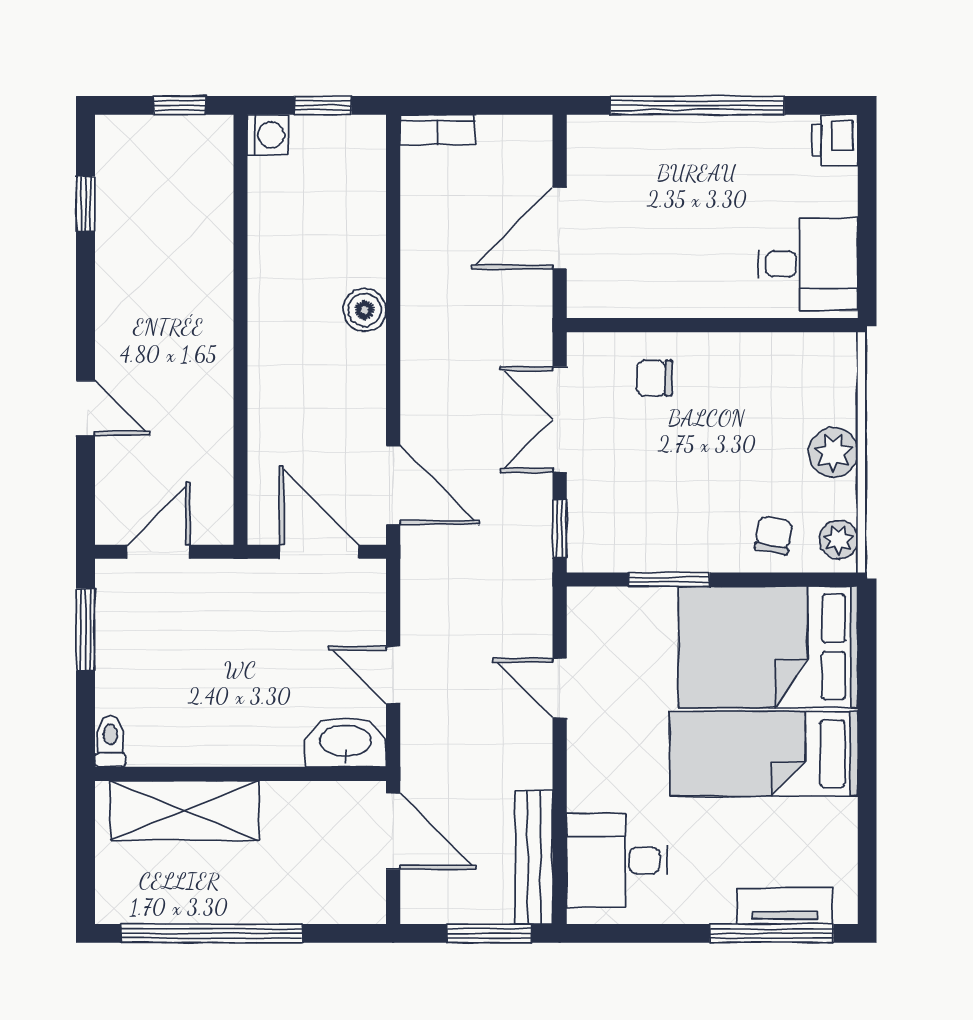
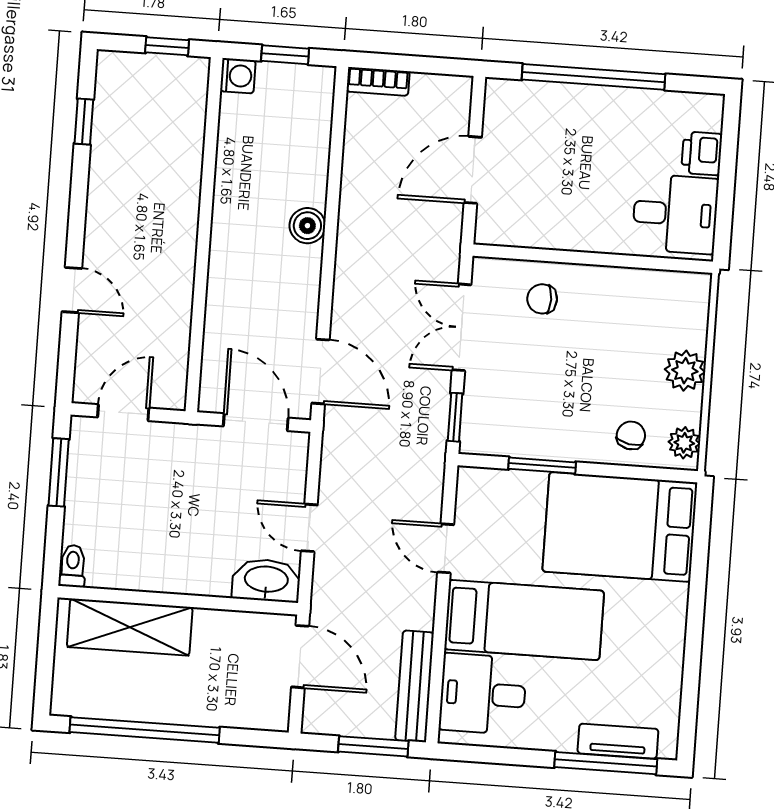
printer: (835, 140) -> (702, 153), moved
bed: (764, 754) -> (524, 620), moved, turned 180

